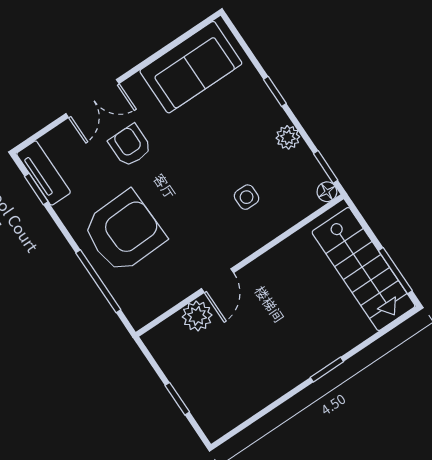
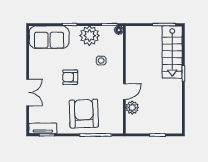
sofa: (191, 67) -> (49, 37), moved, turned 90
plant: (288, 137) -> (90, 36), width x1.88, depth x1.88
armchair: (130, 146) -> (70, 77), moved
stairs: (363, 269) -> (172, 52), moved, turned 90
door: (218, 281) -> (124, 91), hinge flipped

